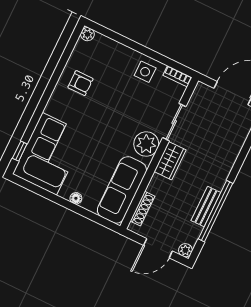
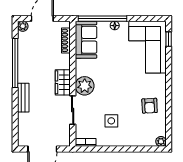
side table: (145, 72) -> (111, 121), moved
armchair: (80, 83) -> (150, 106), turned -93
sofa: (122, 190) -> (86, 40), width x0.73
bench: (206, 206) -> (23, 98), moved
window: (86, 214) -> (102, 19), added

